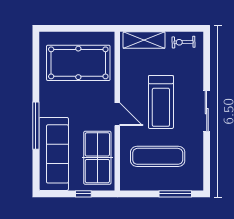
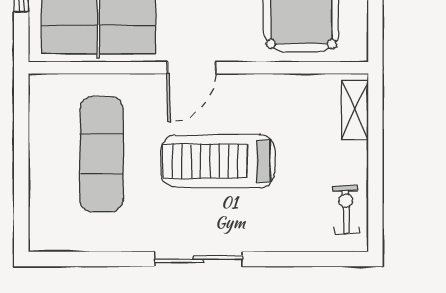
shelving: (144, 40) -> (355, 110), width x0.67, depth x0.75
window: (175, 194) -> (21, 192), removed

